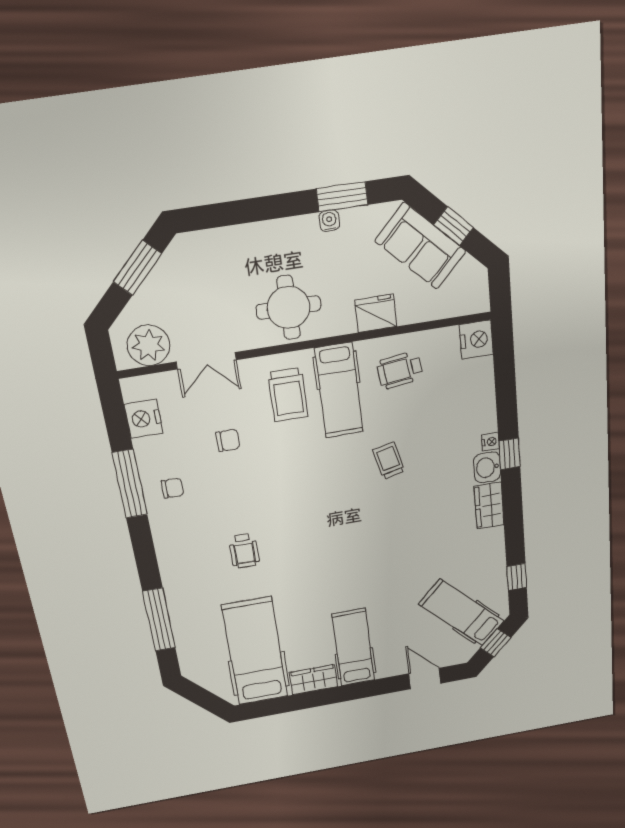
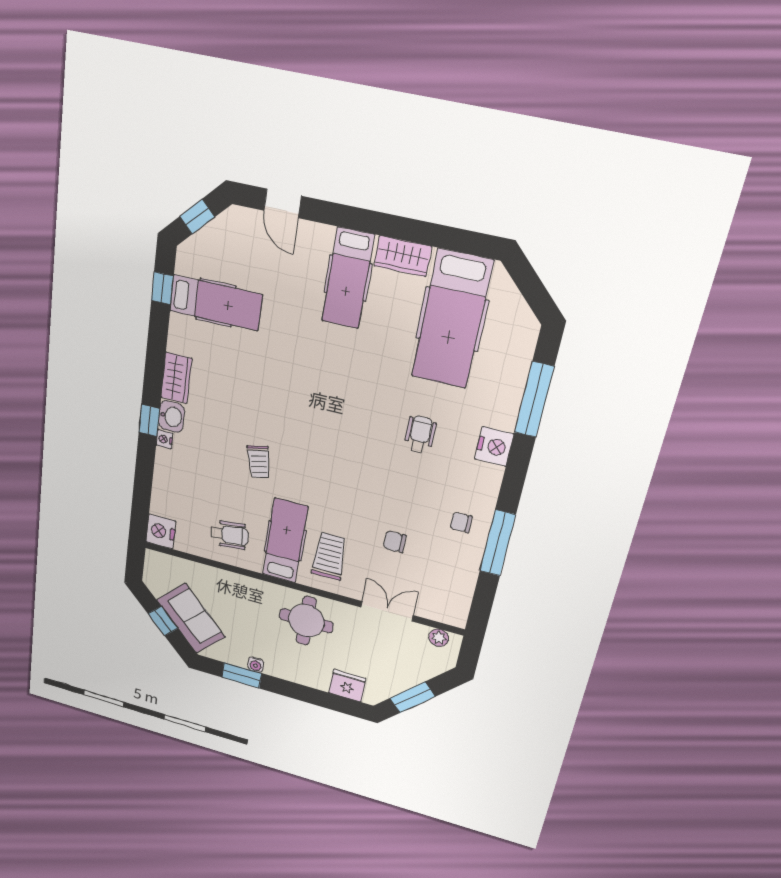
fridge: (376, 313) -> (347, 686), moved, turned 180
plant: (149, 345) -> (439, 638), width x0.53, depth x0.53
nightstand: (144, 419) -> (494, 446), moved
hospital bed: (461, 613) -> (216, 303), moved, turned -45

